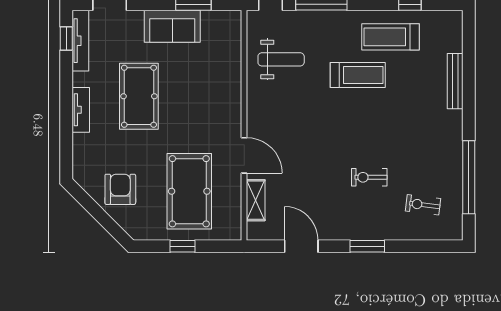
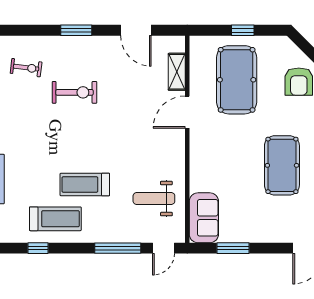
sofa: (172, 26) -> (204, 218), moved, turned 90
door: (244, 155) -> (187, 112), hinge flipped
exercise bike: (369, 177) -> (74, 92), width x1.38, depth x1.39

